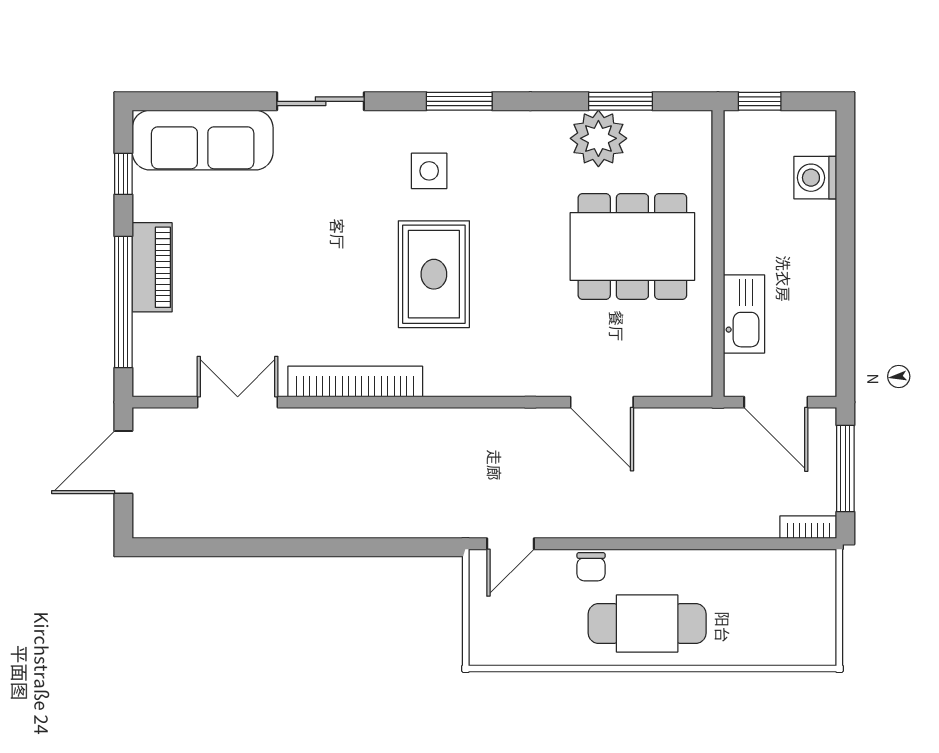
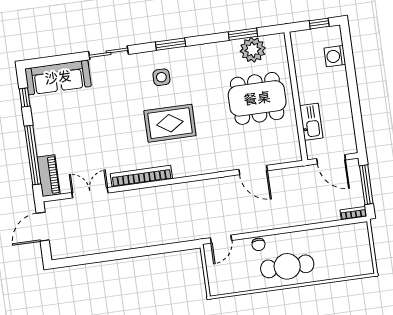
window: (760, 101) -> (319, 24), moved
plant: (598, 138) -> (253, 50), moved
piano: (152, 267) -> (49, 176), moved
rug: (434, 274) -> (170, 123), turned 90

